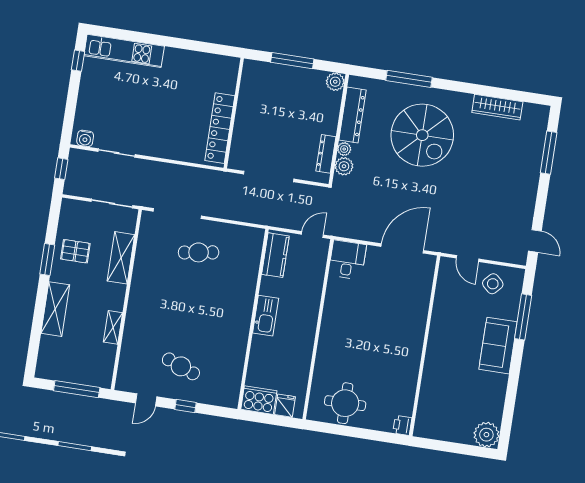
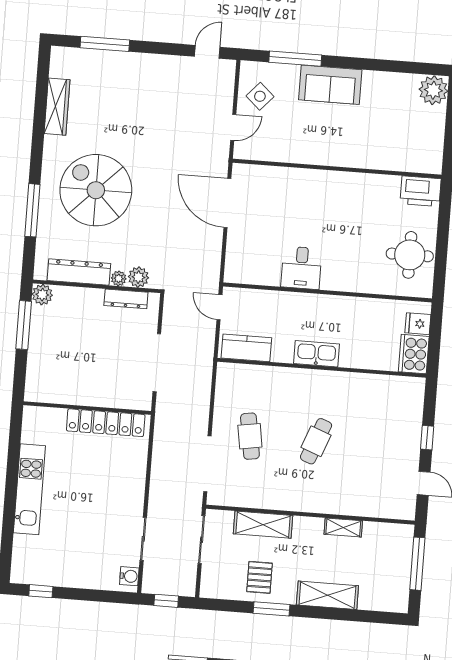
kitchen unit: (124, 51) -> (29, 489), moved
window: (292, 61) -> (24, 325), moved
spiral stairs: (422, 135) -> (96, 190), turned -90
desk: (347, 260) -> (301, 268), moved, turned -90
cafe table: (181, 366) -> (316, 441), moved
printer: (402, 425) -> (421, 191), width x1.87, depth x1.48

